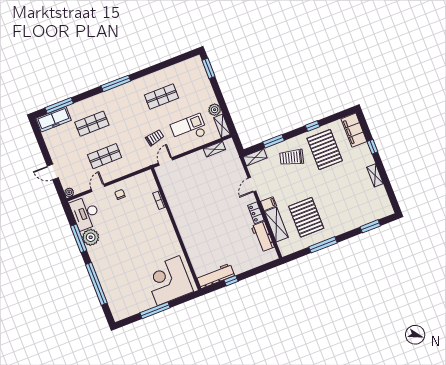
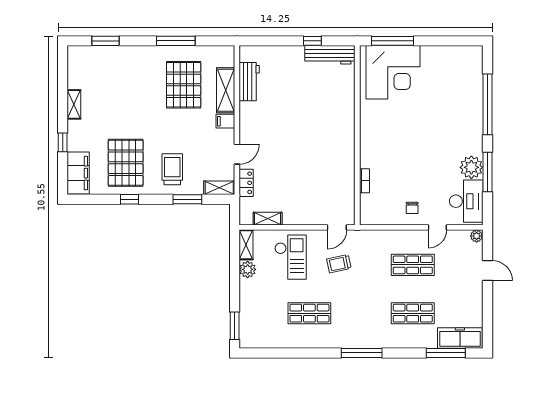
checkout: (189, 129) -> (290, 257), turned -90
trolley: (292, 157) -> (172, 169), turned -105
locker: (256, 213) -> (246, 183), moved
window: (155, 310) -> (393, 41), moved

